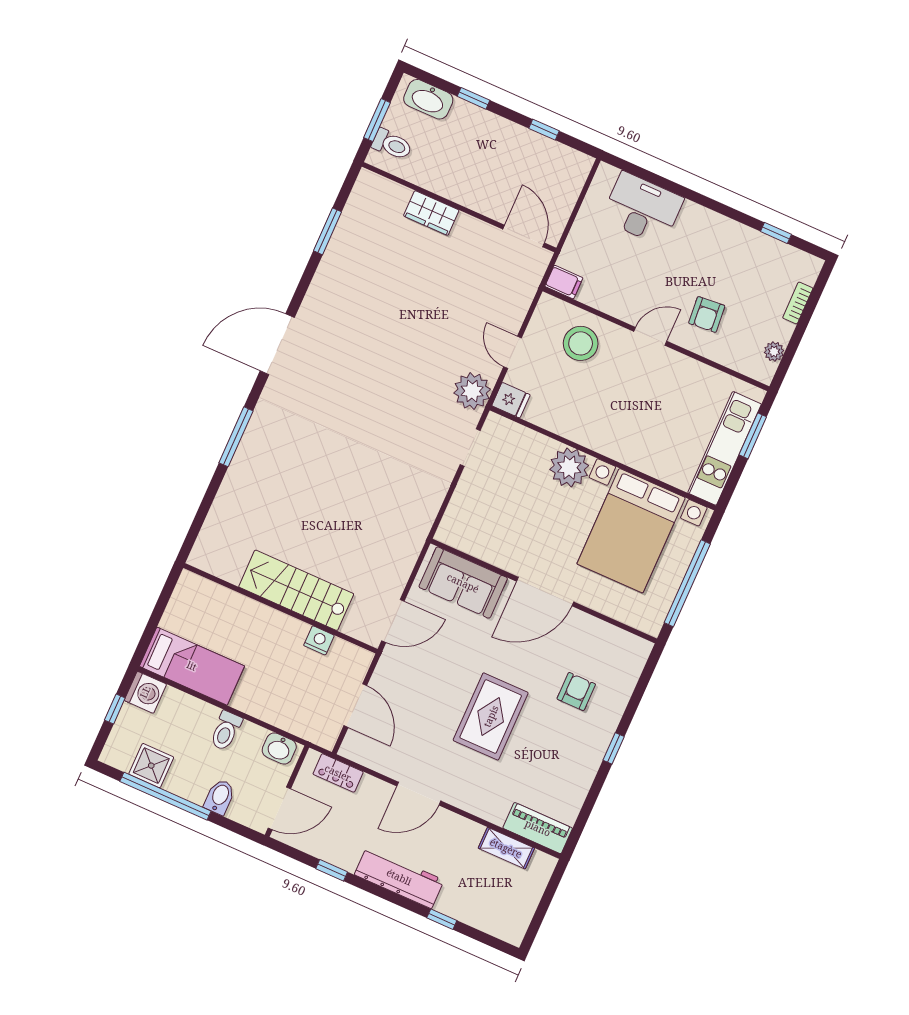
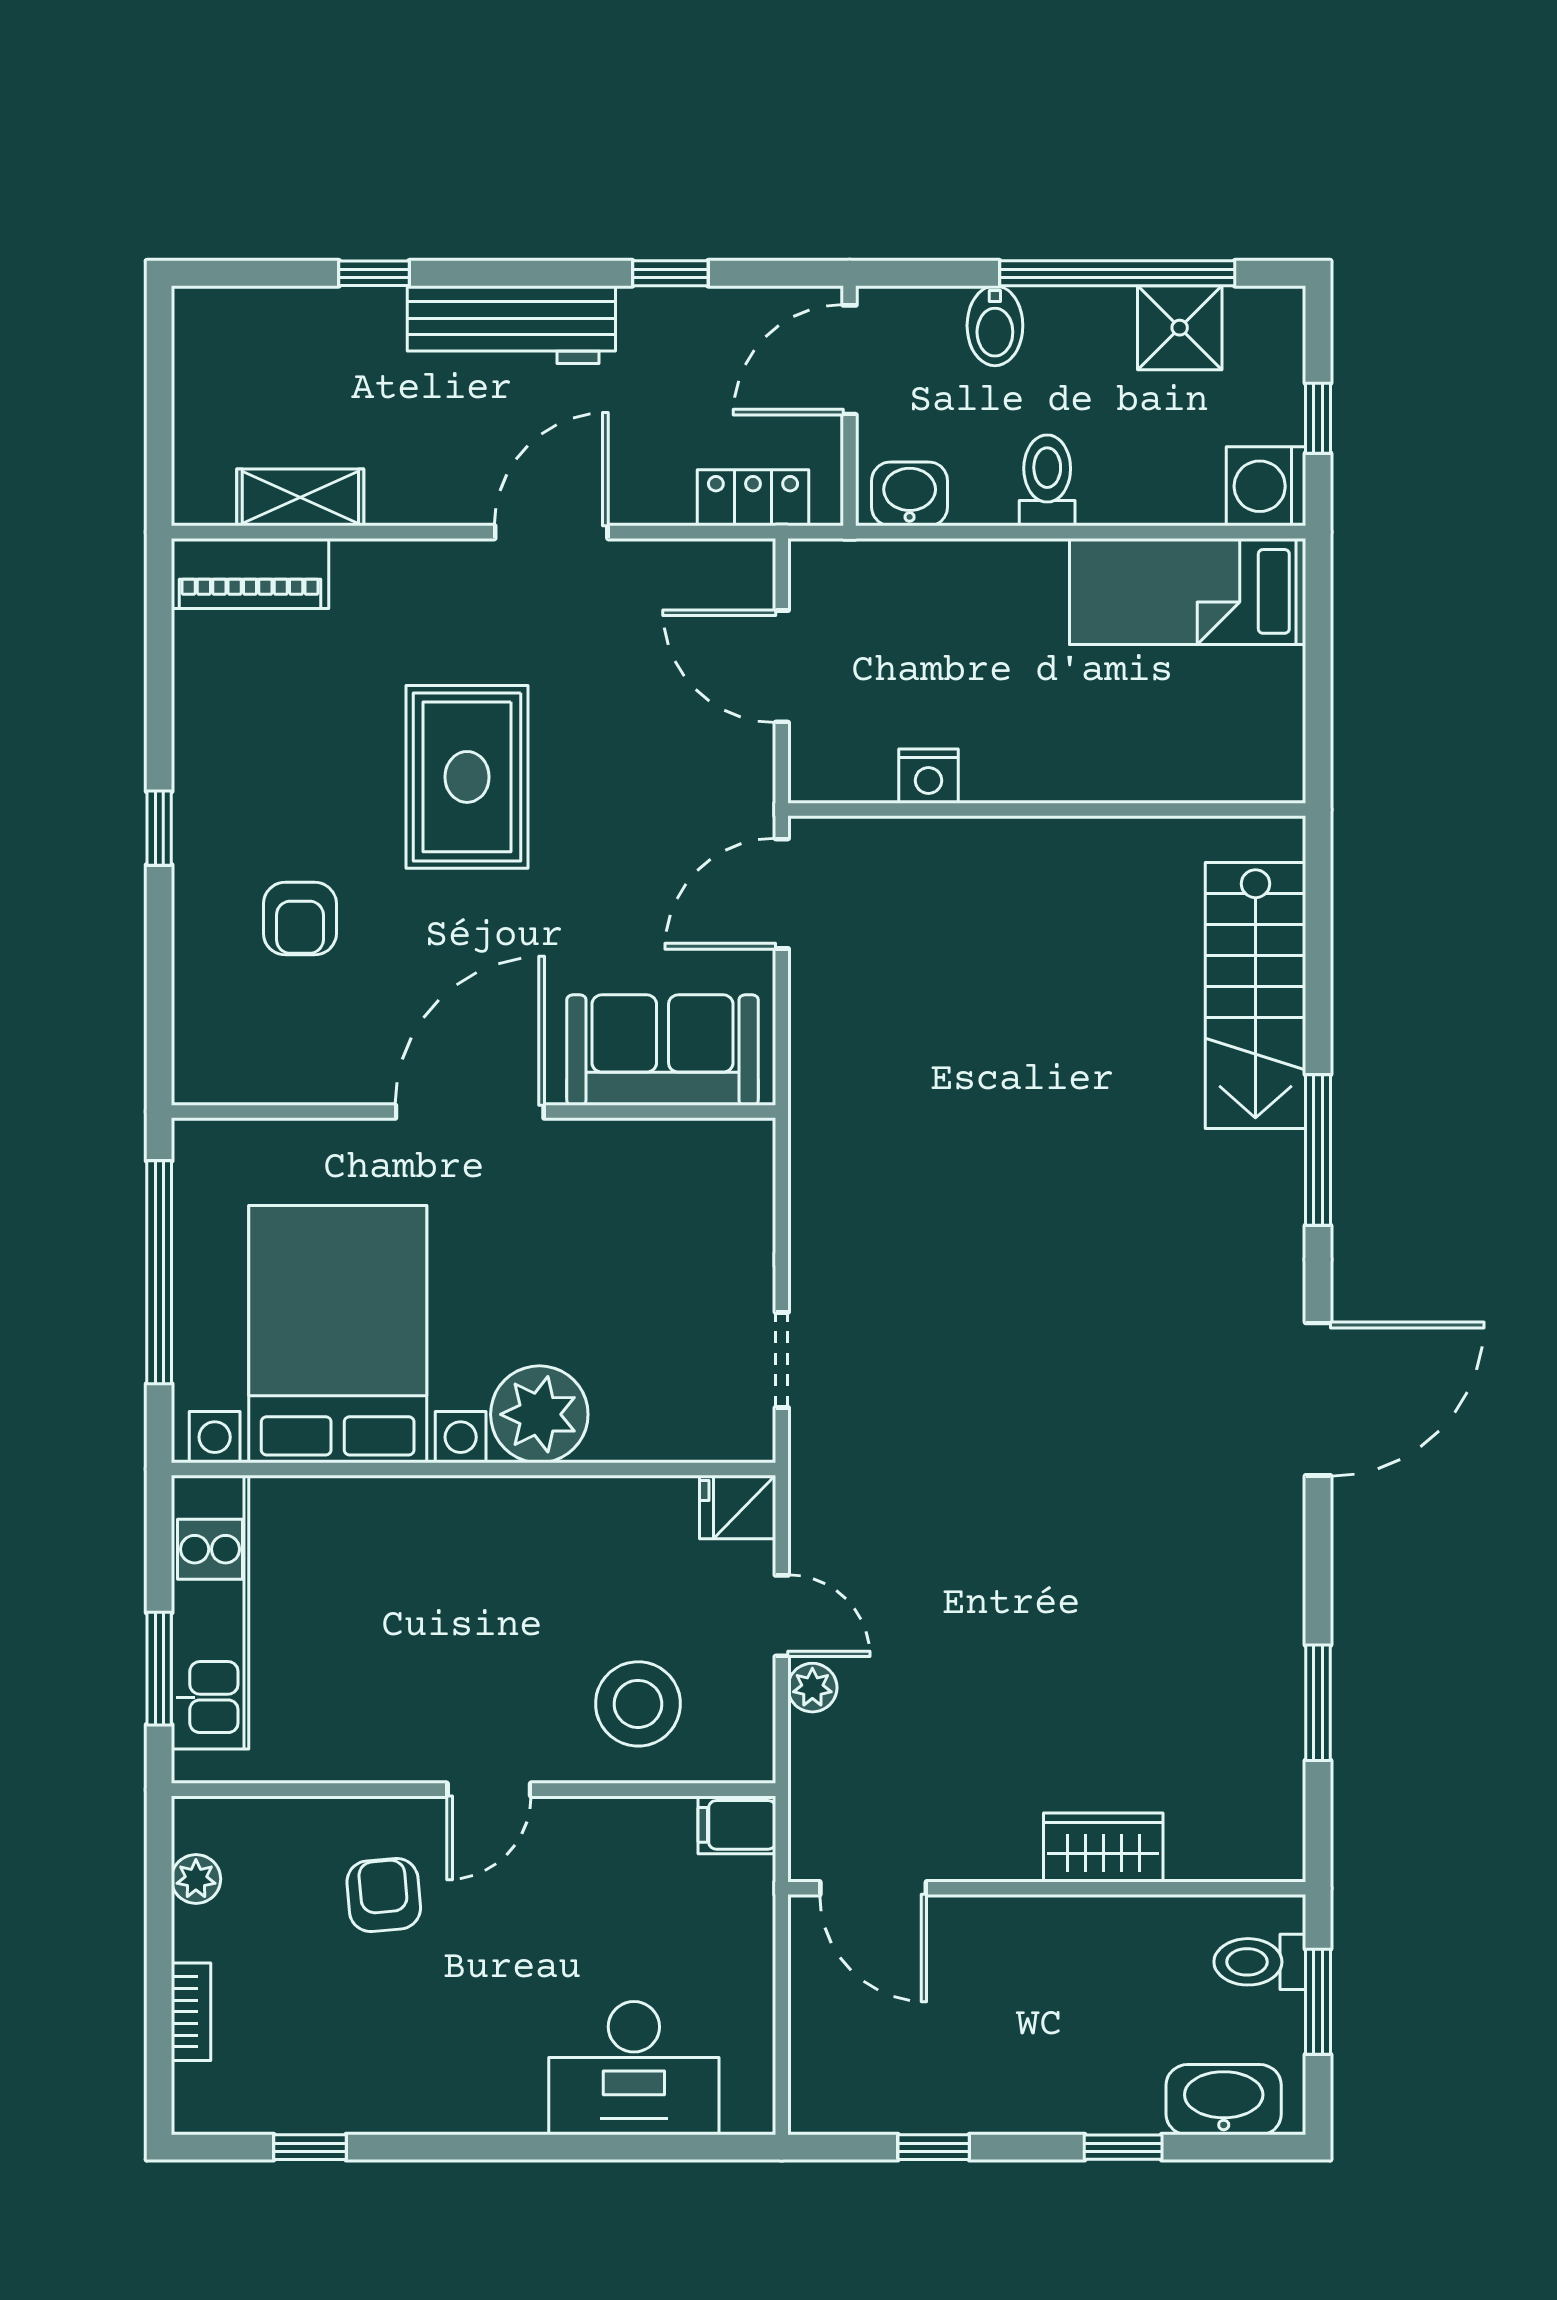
plant: (472, 391) -> (812, 1688), moved, width x0.53, depth x0.53
stairs: (296, 590) -> (1255, 995), moved, turned 90

